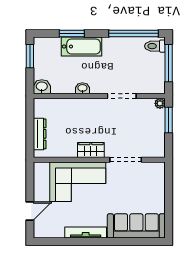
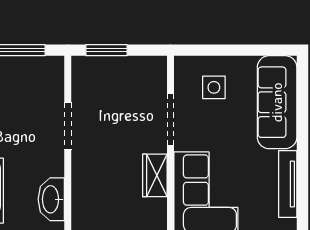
washbasin: (82, 88) -> (51, 199), width x1.91, depth x1.45
plant: (160, 103) -> (80, 64), removed
side table: (146, 187) -> (214, 87), added

